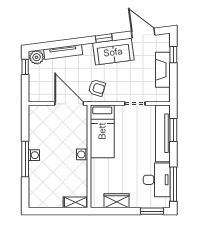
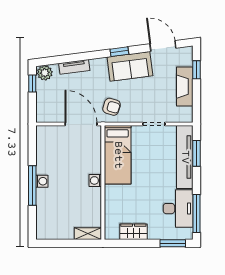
tv unit: (63, 52) -> (74, 67), width x0.71

